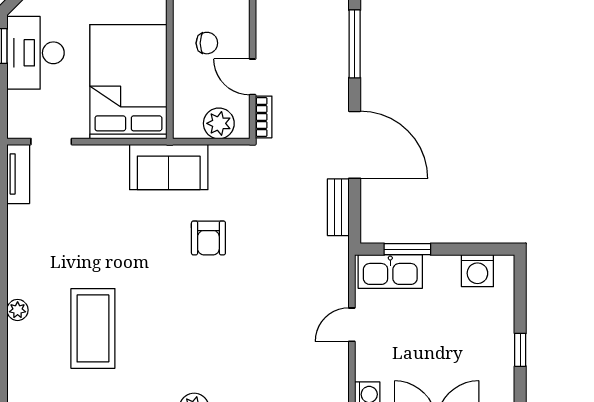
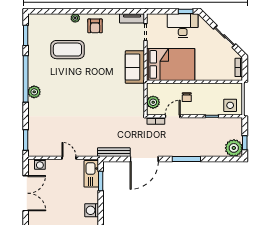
sofa: (169, 167) -> (135, 67), moved
bench: (338, 207) -> (114, 152), width x1.36
armchair: (208, 238) -> (95, 26), moved, turned -90

